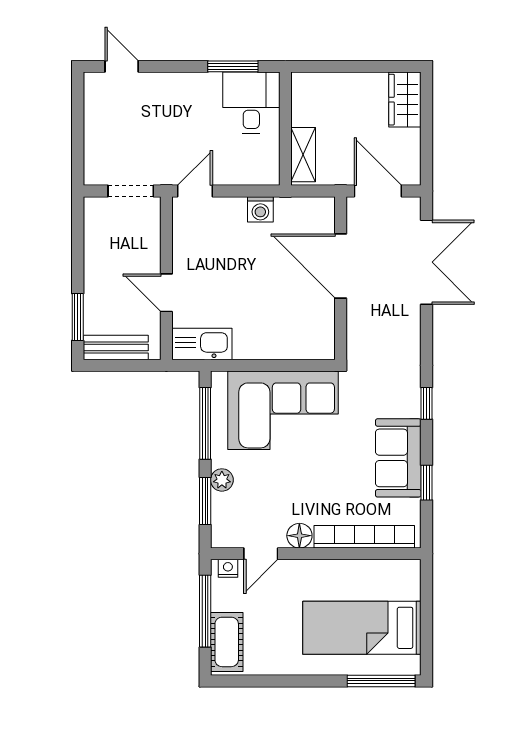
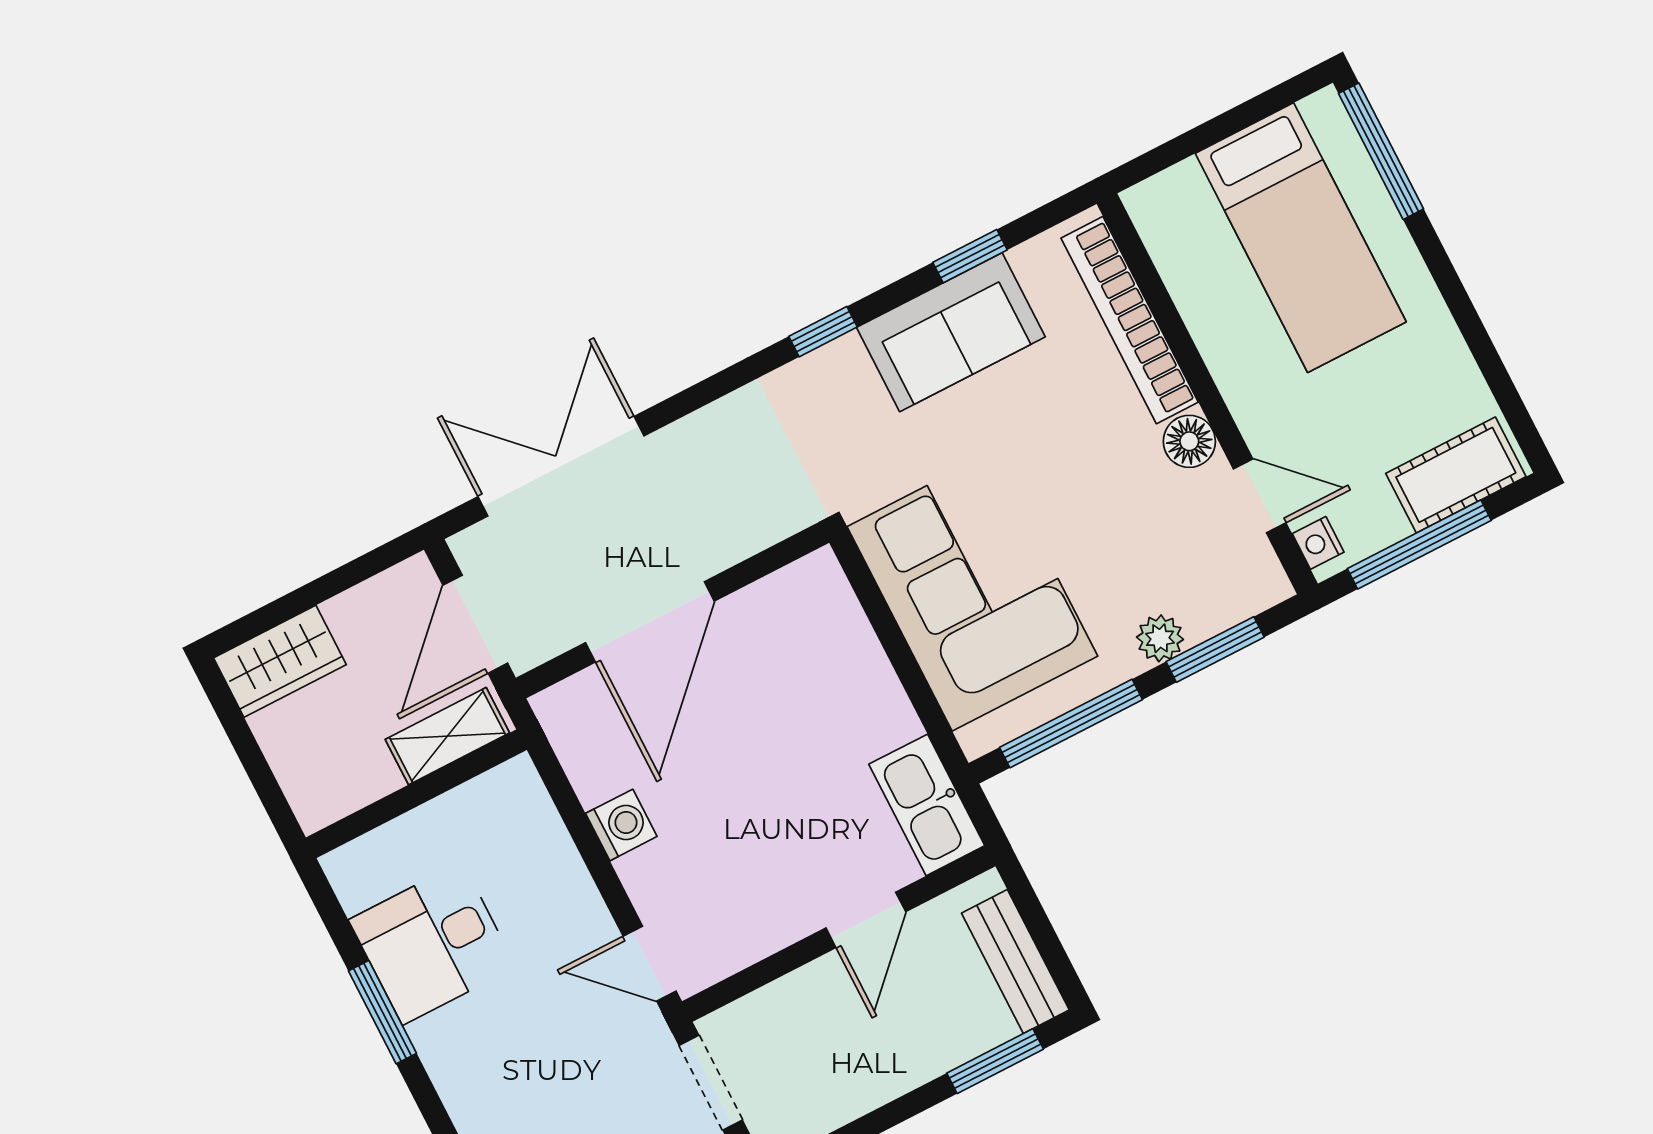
wall: (285, 129) -> (416, 794), moved
shelving: (303, 155) -> (447, 736), moved

